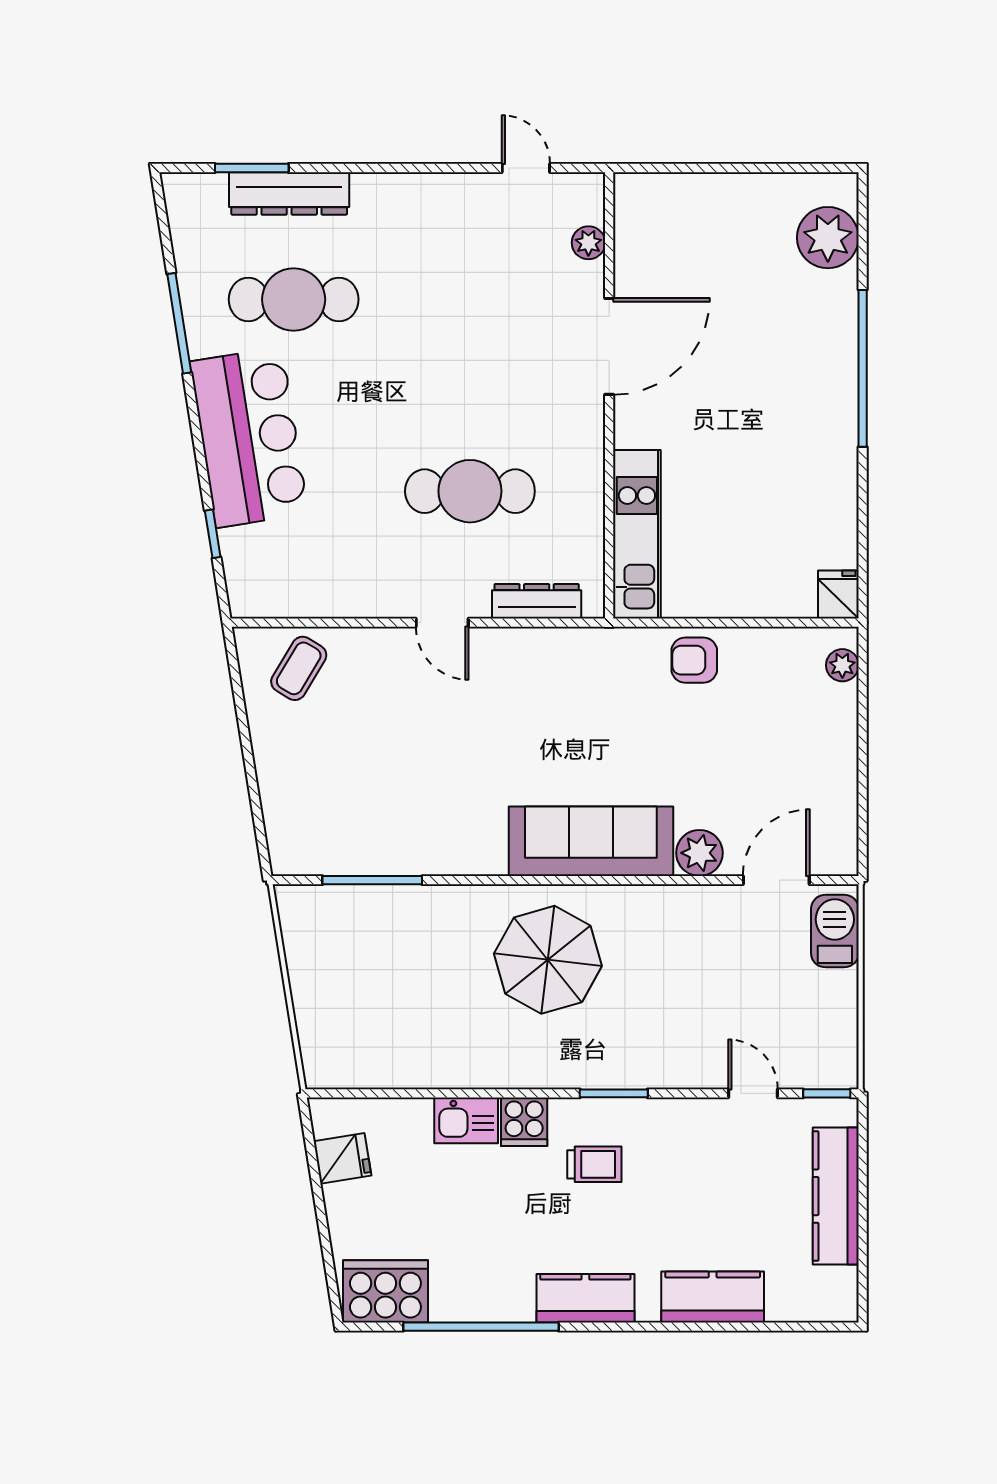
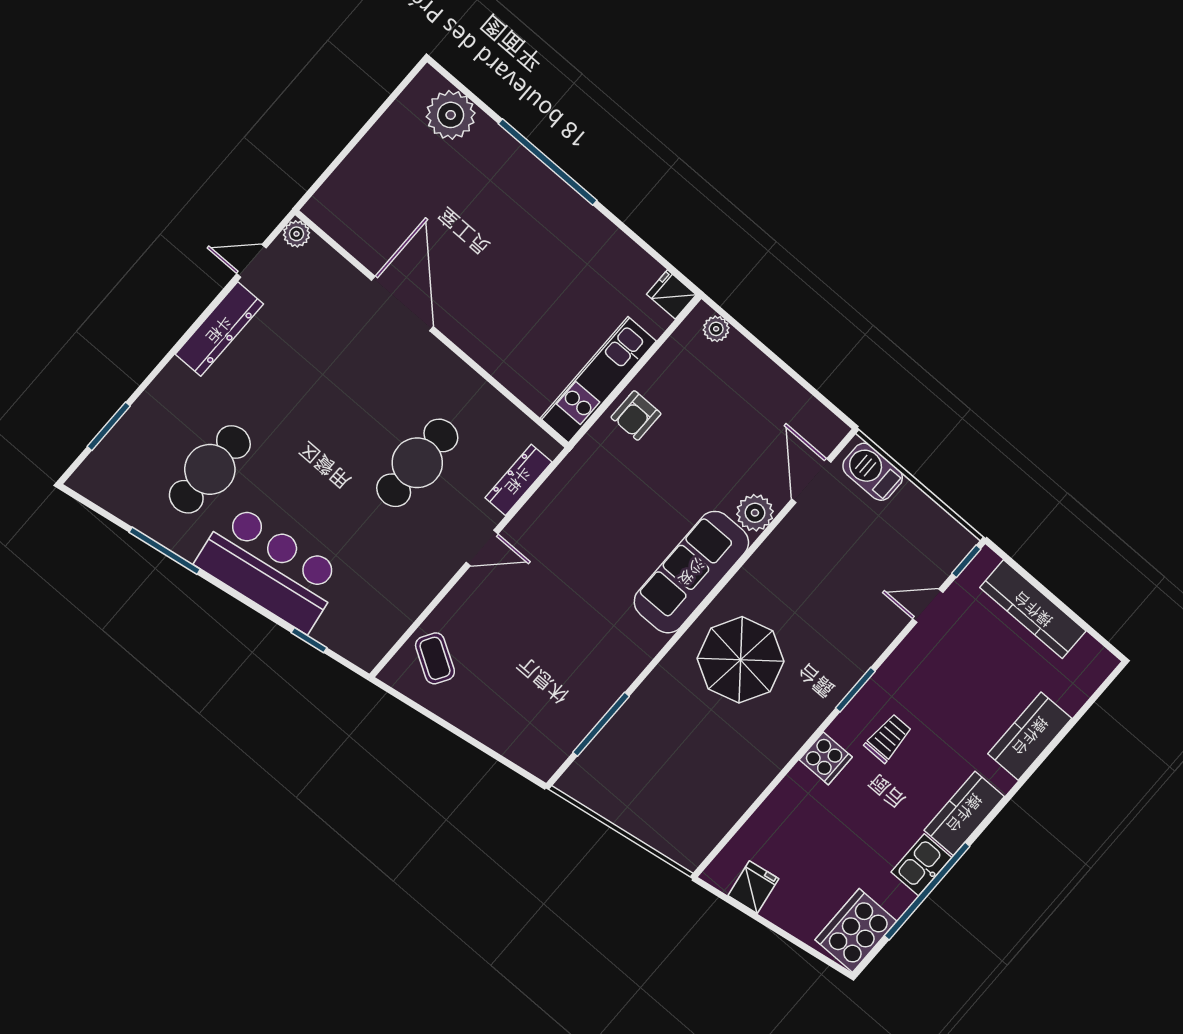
dresser: (289, 193) -> (219, 329), moved
plant: (588, 243) -> (296, 234), moved
kitchen unit: (637, 534) -> (598, 380), moved, turned -90
kitchen sink: (466, 1120) -> (921, 865), moved, turned 180

